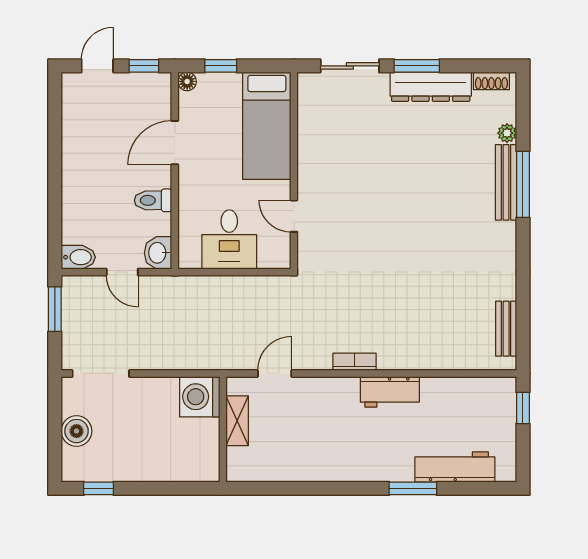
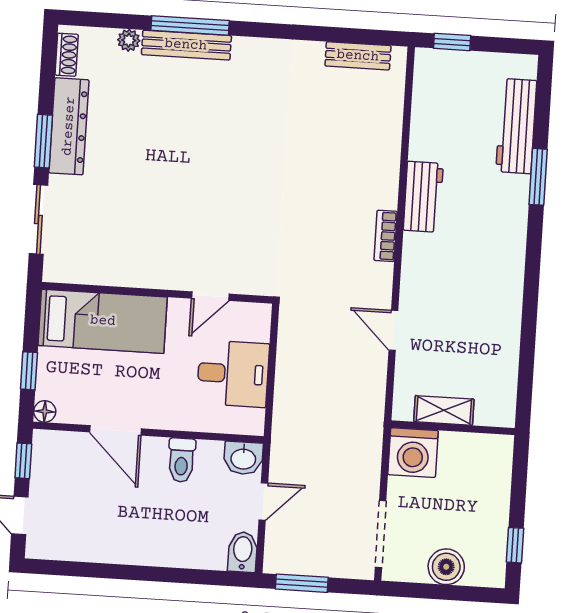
washing machine: (200, 397) -> (413, 453), moved
shelving: (237, 421) -> (444, 410), moved
wall: (223, 429) -> (453, 428), moved

